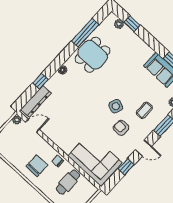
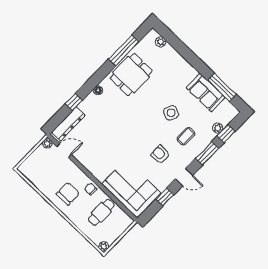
window: (132, 24) -> (175, 42), removed
side table: (116, 106) -> (171, 113), moved

